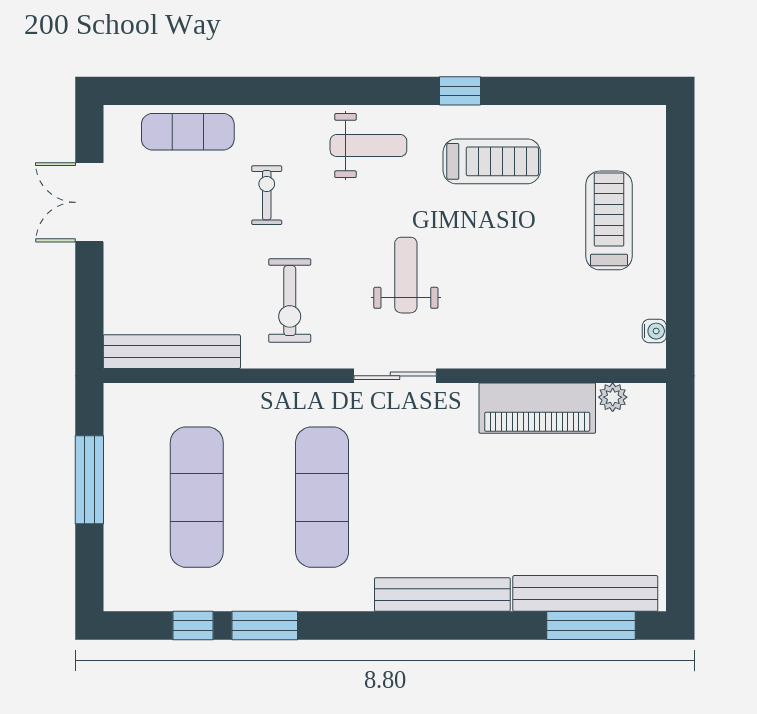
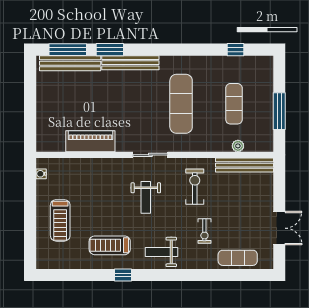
plant: (613, 397) -> (238, 146), moved
exercise mat: (197, 497) -> (234, 104), width x0.73, depth x0.69
window: (265, 625) -> (110, 50), moved

